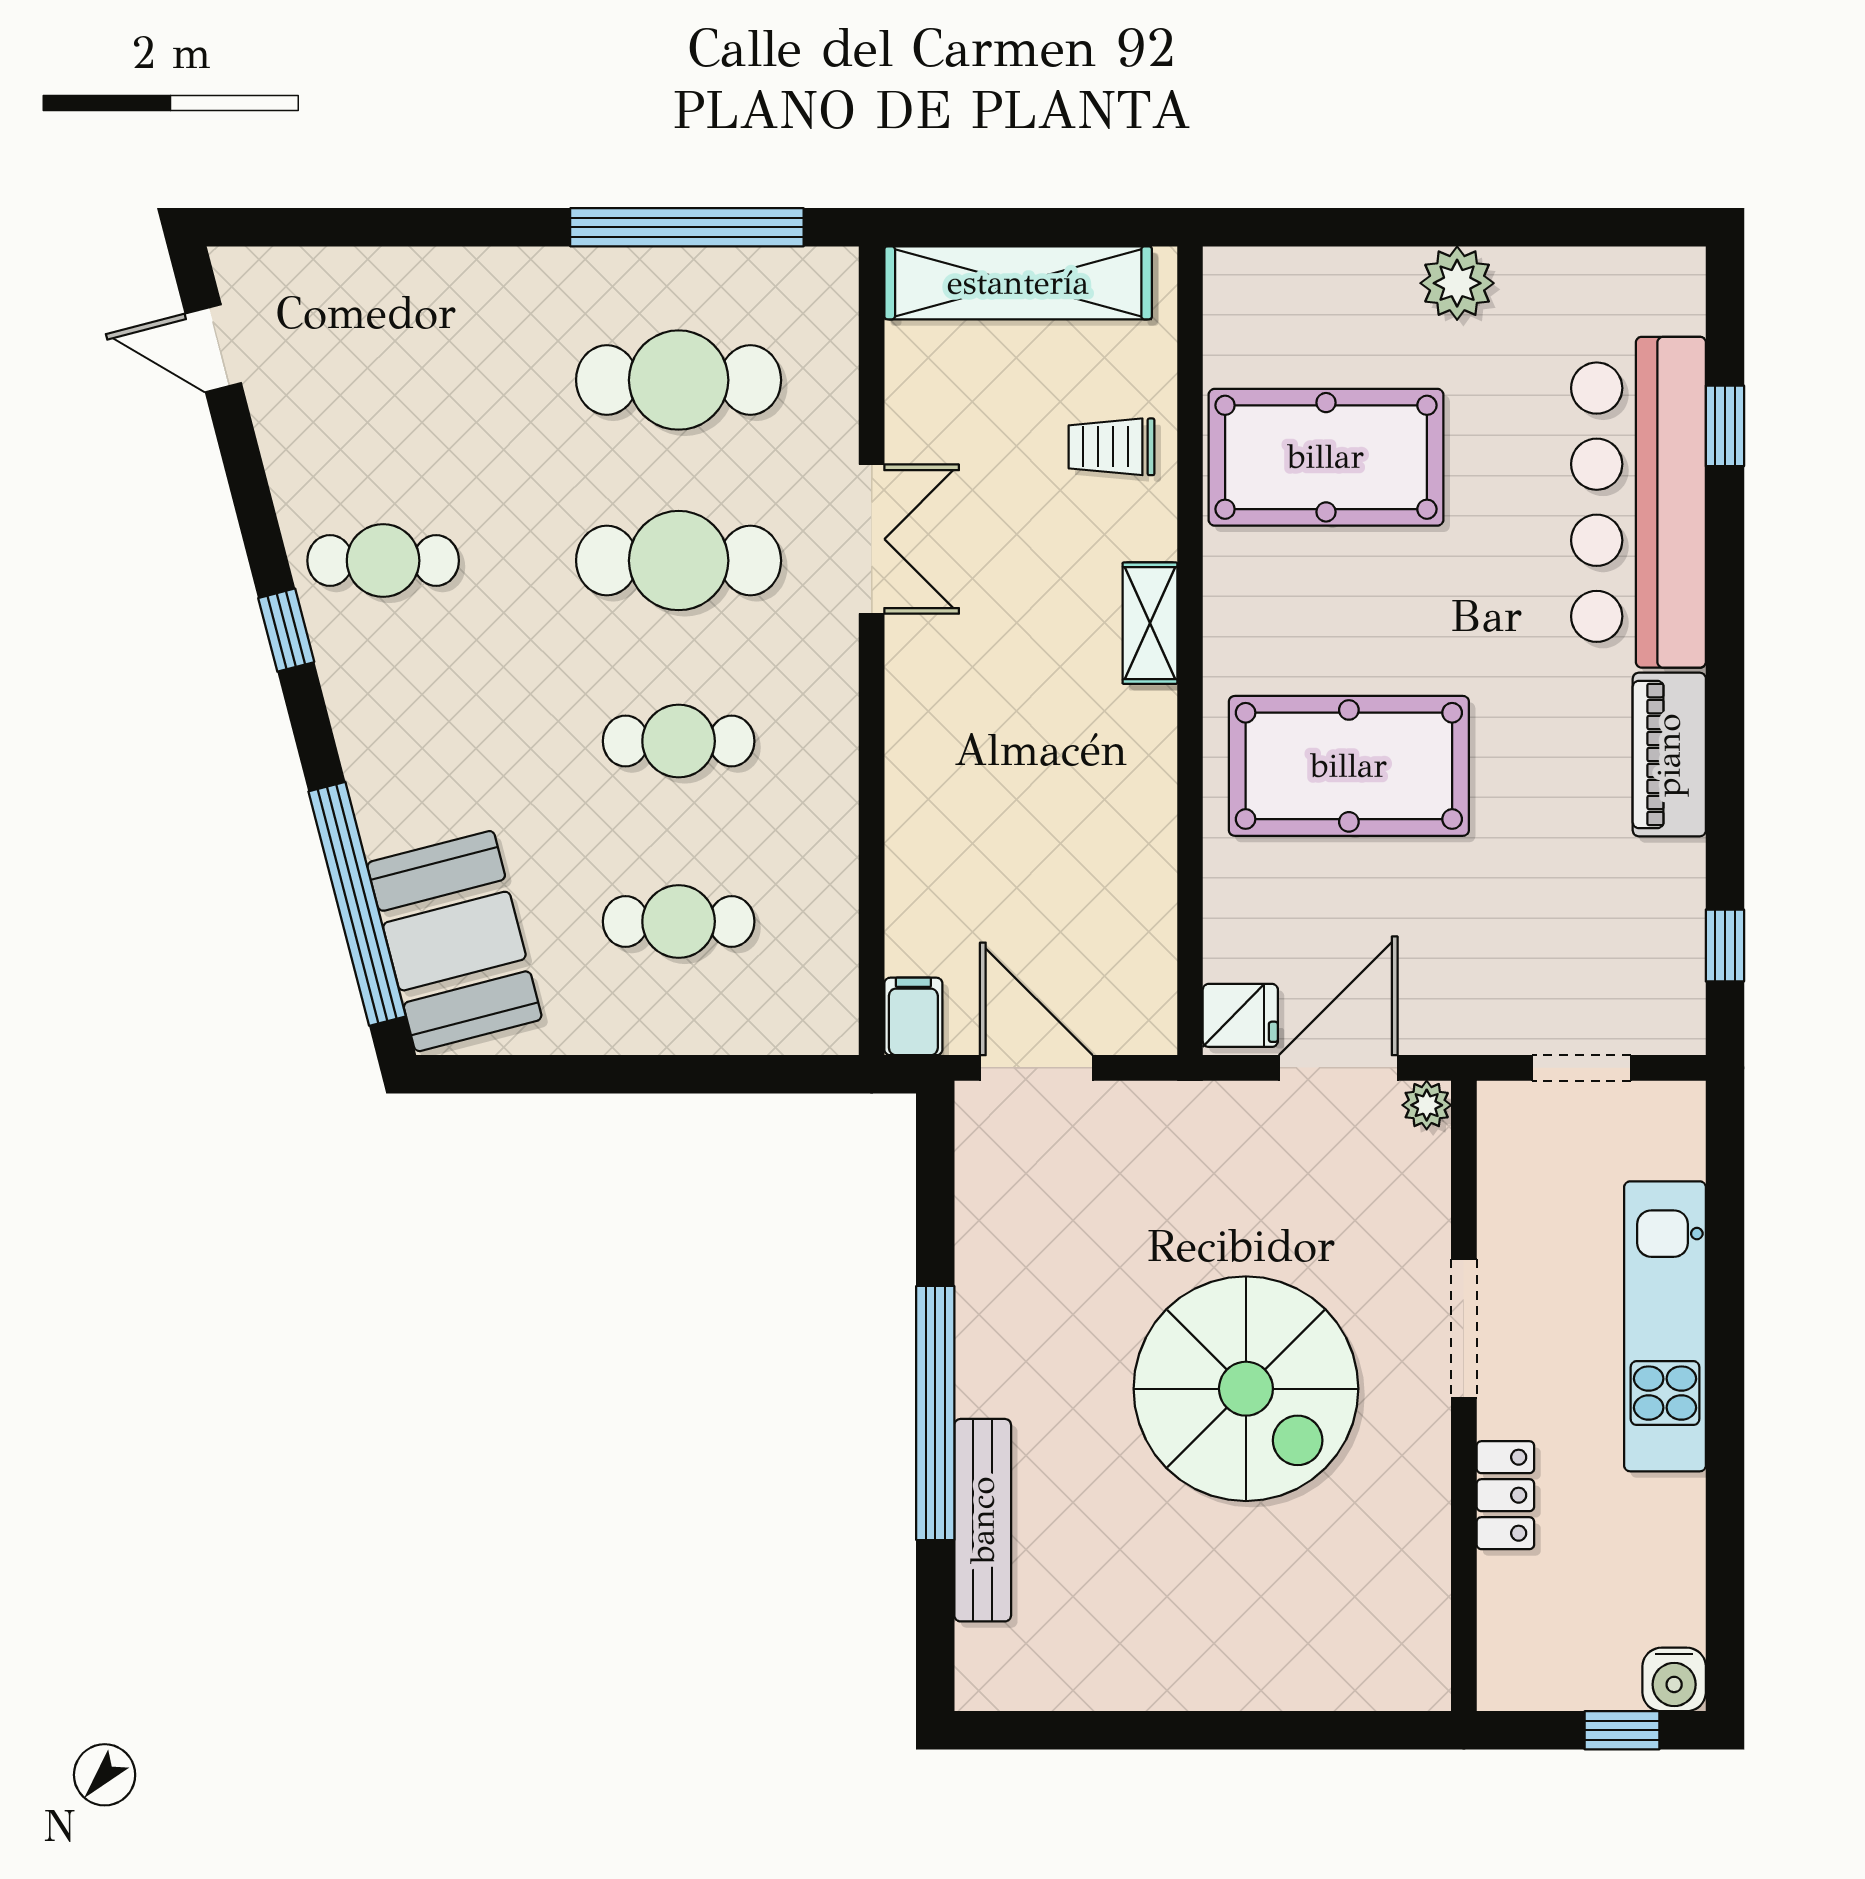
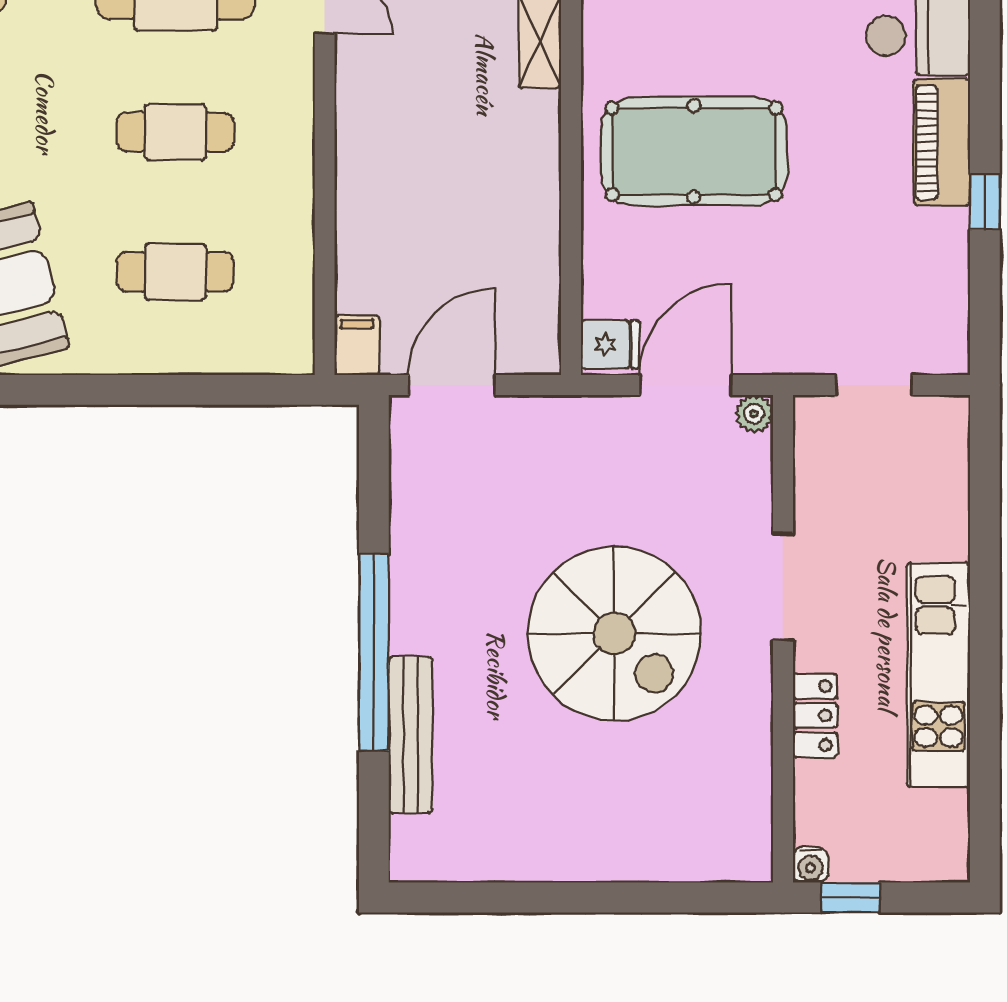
window: (1725, 946) -> (985, 202), moved
door: (1036, 1068) -> (452, 385), hinge flipped
kitchen unit: (1665, 1326) -> (939, 675), moved
water cooler: (1674, 1679) -> (811, 865), moved, width x0.72, depth x0.72
window: (1622, 1730) -> (851, 898), moved

